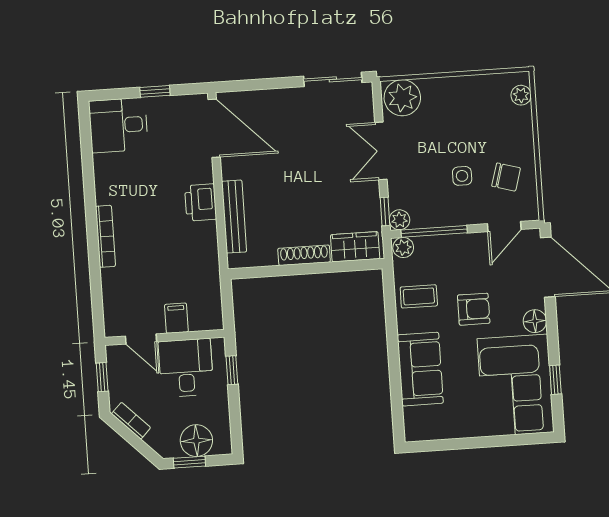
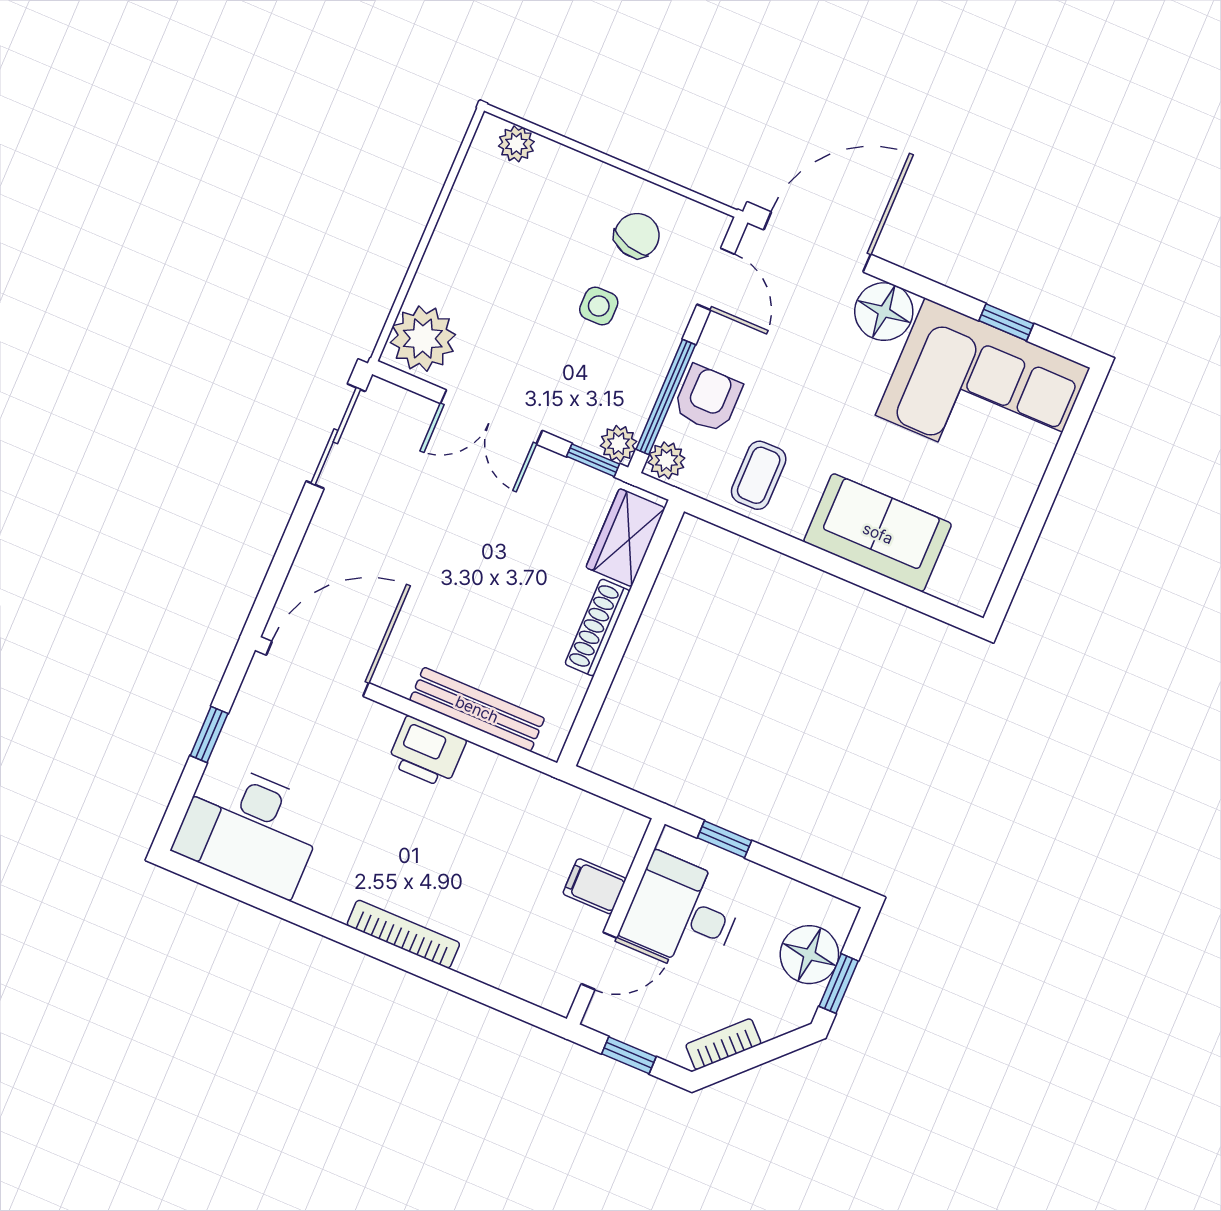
desk: (118, 125) -> (250, 829), width x1.37
armchair: (474, 309) -> (708, 399), moved
floor lamp: (535, 321) -> (884, 312), width x1.38, depth x1.38

